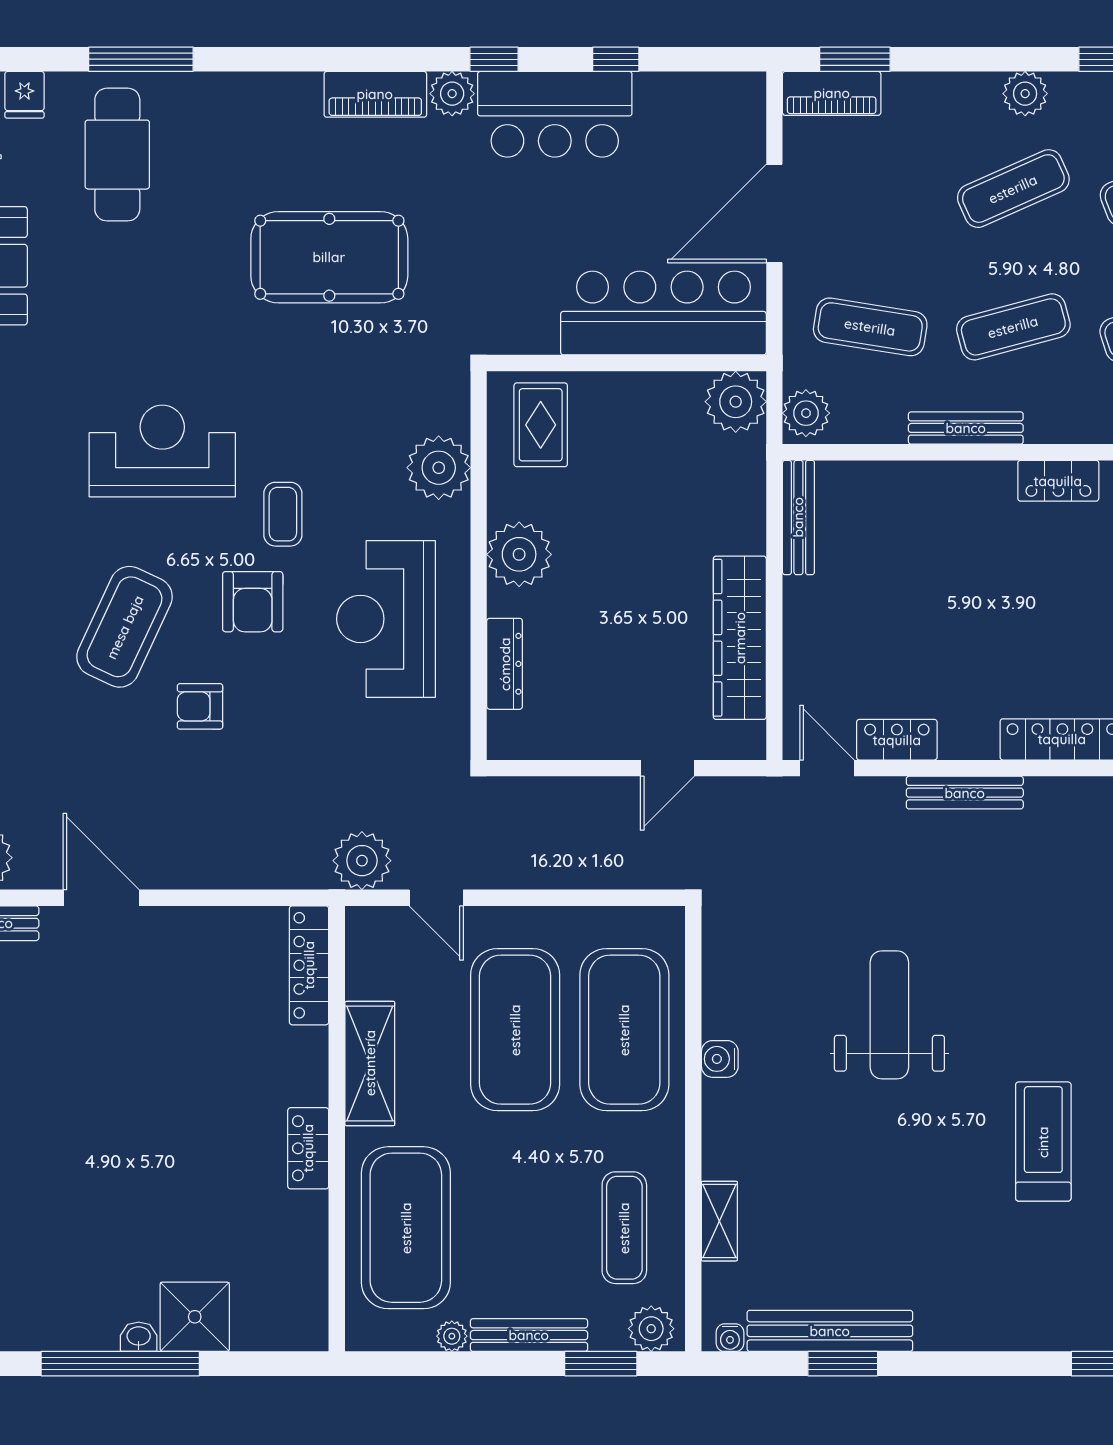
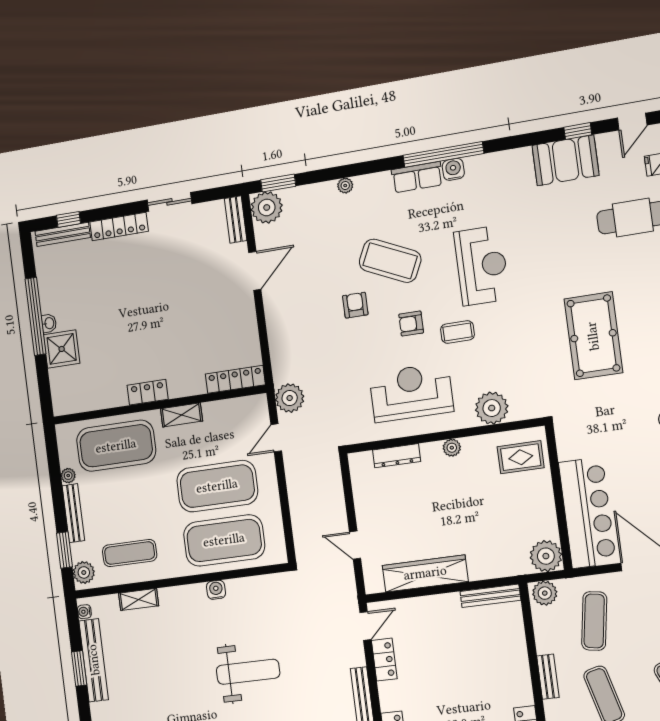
bench: (966, 428) -> (548, 677), width x0.73
plant: (519, 554) -> (452, 448), width x0.53, depth x0.53
armchair: (253, 602) -> (411, 324), width x0.72, depth x0.72
shelving: (370, 1063) -> (182, 415), width x0.67, depth x0.75

